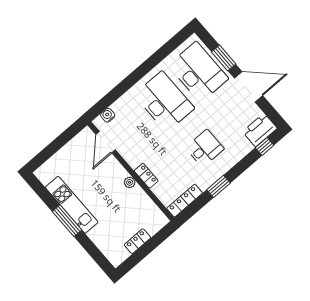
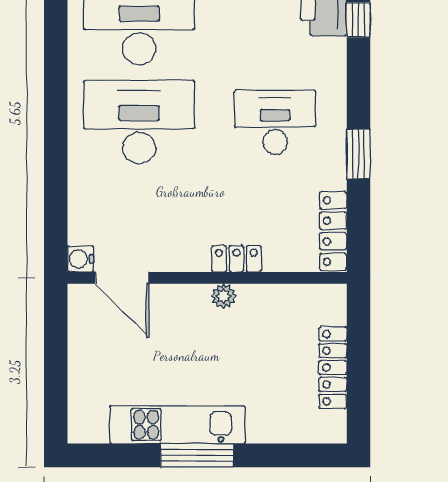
water cooler: (108, 115) -> (81, 259), moved
desk: (205, 148) -> (275, 122), width x1.37
locker: (138, 241) -> (333, 368), width x1.53

